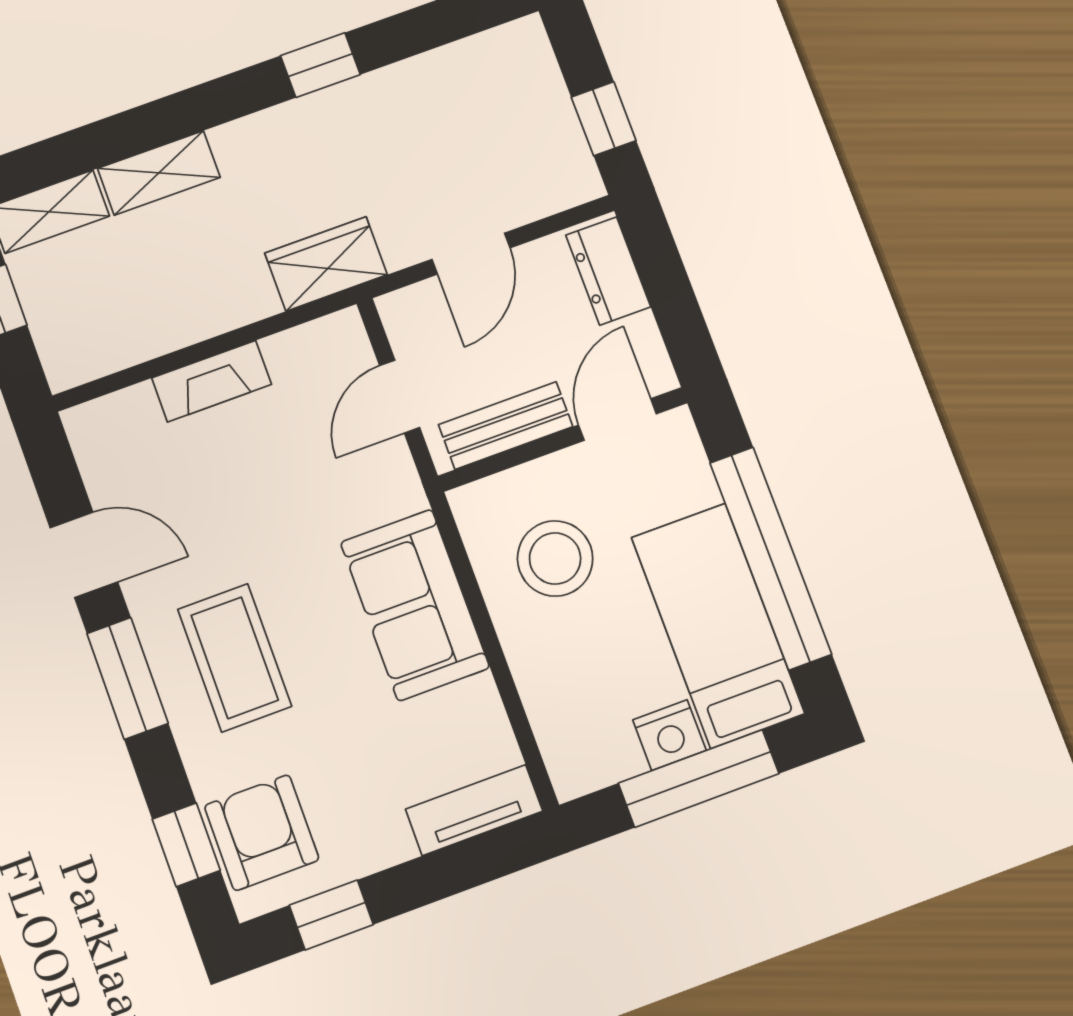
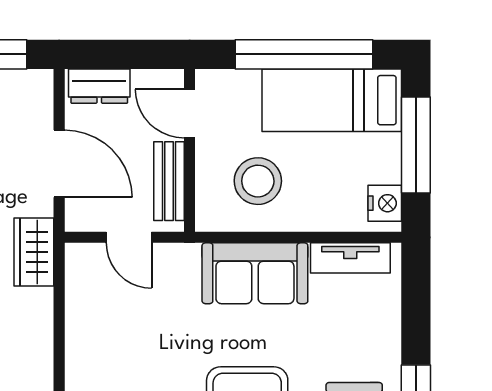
door: (471, 254) -> (59, 164), width x1.38
fireplace: (212, 381) -> (79, 345), removed
nightstand: (669, 735) -> (385, 203), moved
tv unit: (474, 810) -> (350, 258), moved, turned -90

